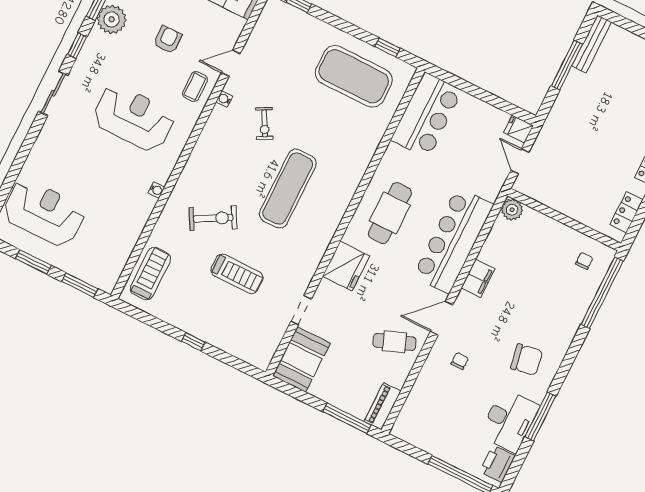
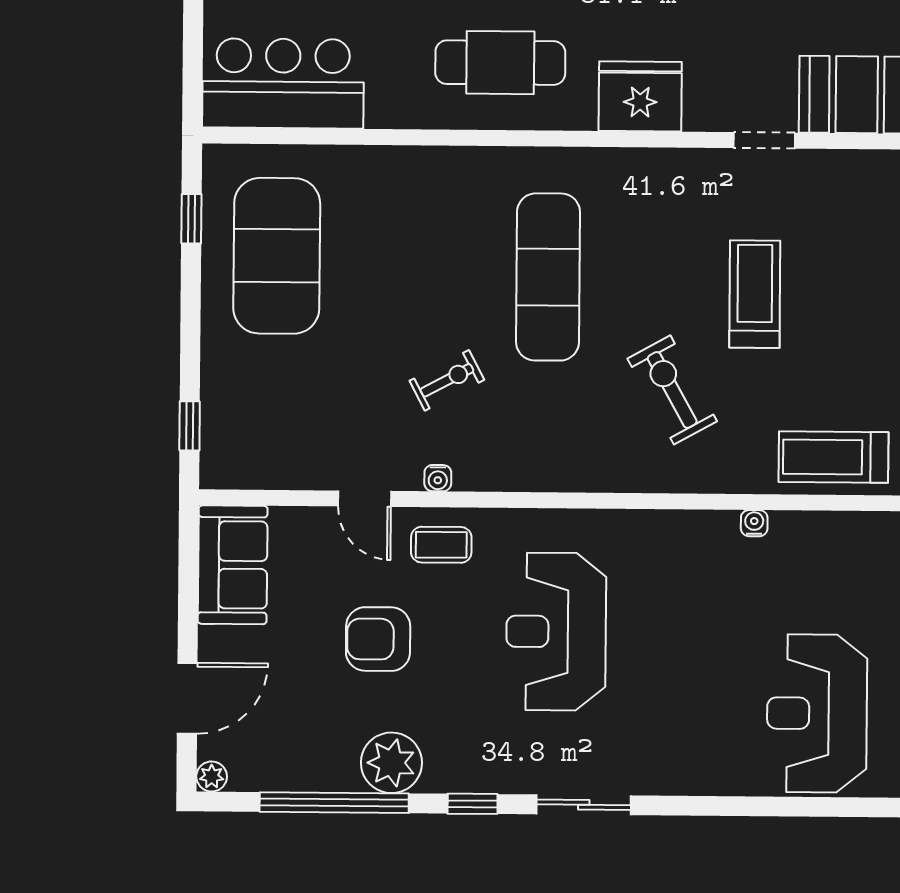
armchair: (168, 40) -> (378, 639), width x1.38, depth x1.38
exercise mat: (288, 189) -> (548, 277), turned 90
water cooler: (156, 190) -> (754, 523), moved

